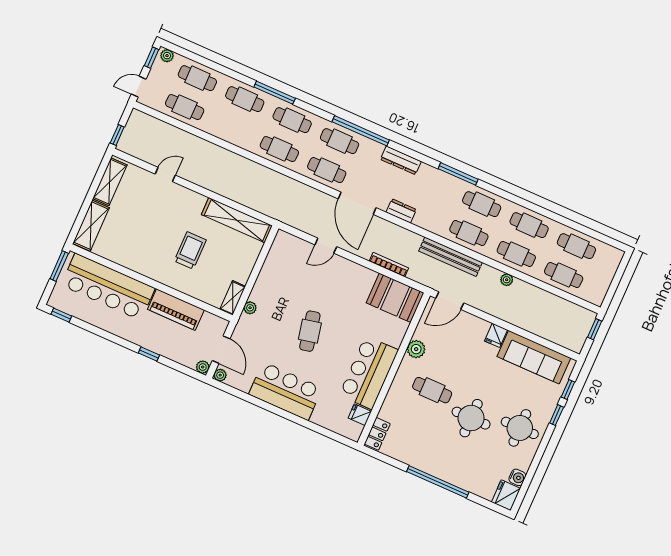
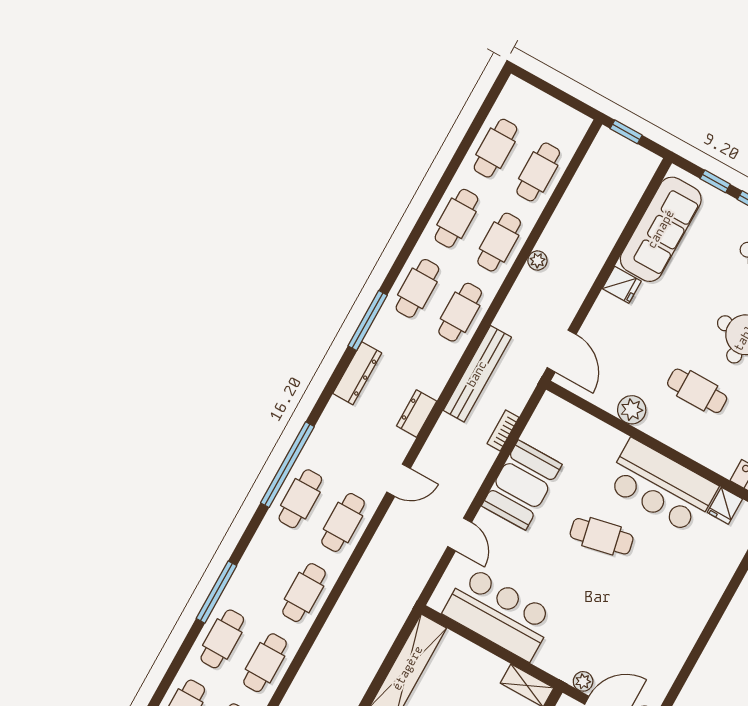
cafe table: (292, 120) -> (265, 663), moved
dresser: (401, 160) -> (357, 373), moved
door: (357, 203) -> (398, 480), width x0.53
bench: (451, 257) -> (477, 374), moved
bookcase: (389, 265) -> (503, 430), width x0.64
booth: (395, 298) -> (522, 485), moved
plant: (250, 308) -> (583, 681), moved
cafe table: (310, 331) -> (602, 536), moved
cafe table: (432, 390) -> (697, 391), turned 90
bar counter: (285, 391) -> (499, 614), moved, turned 90

